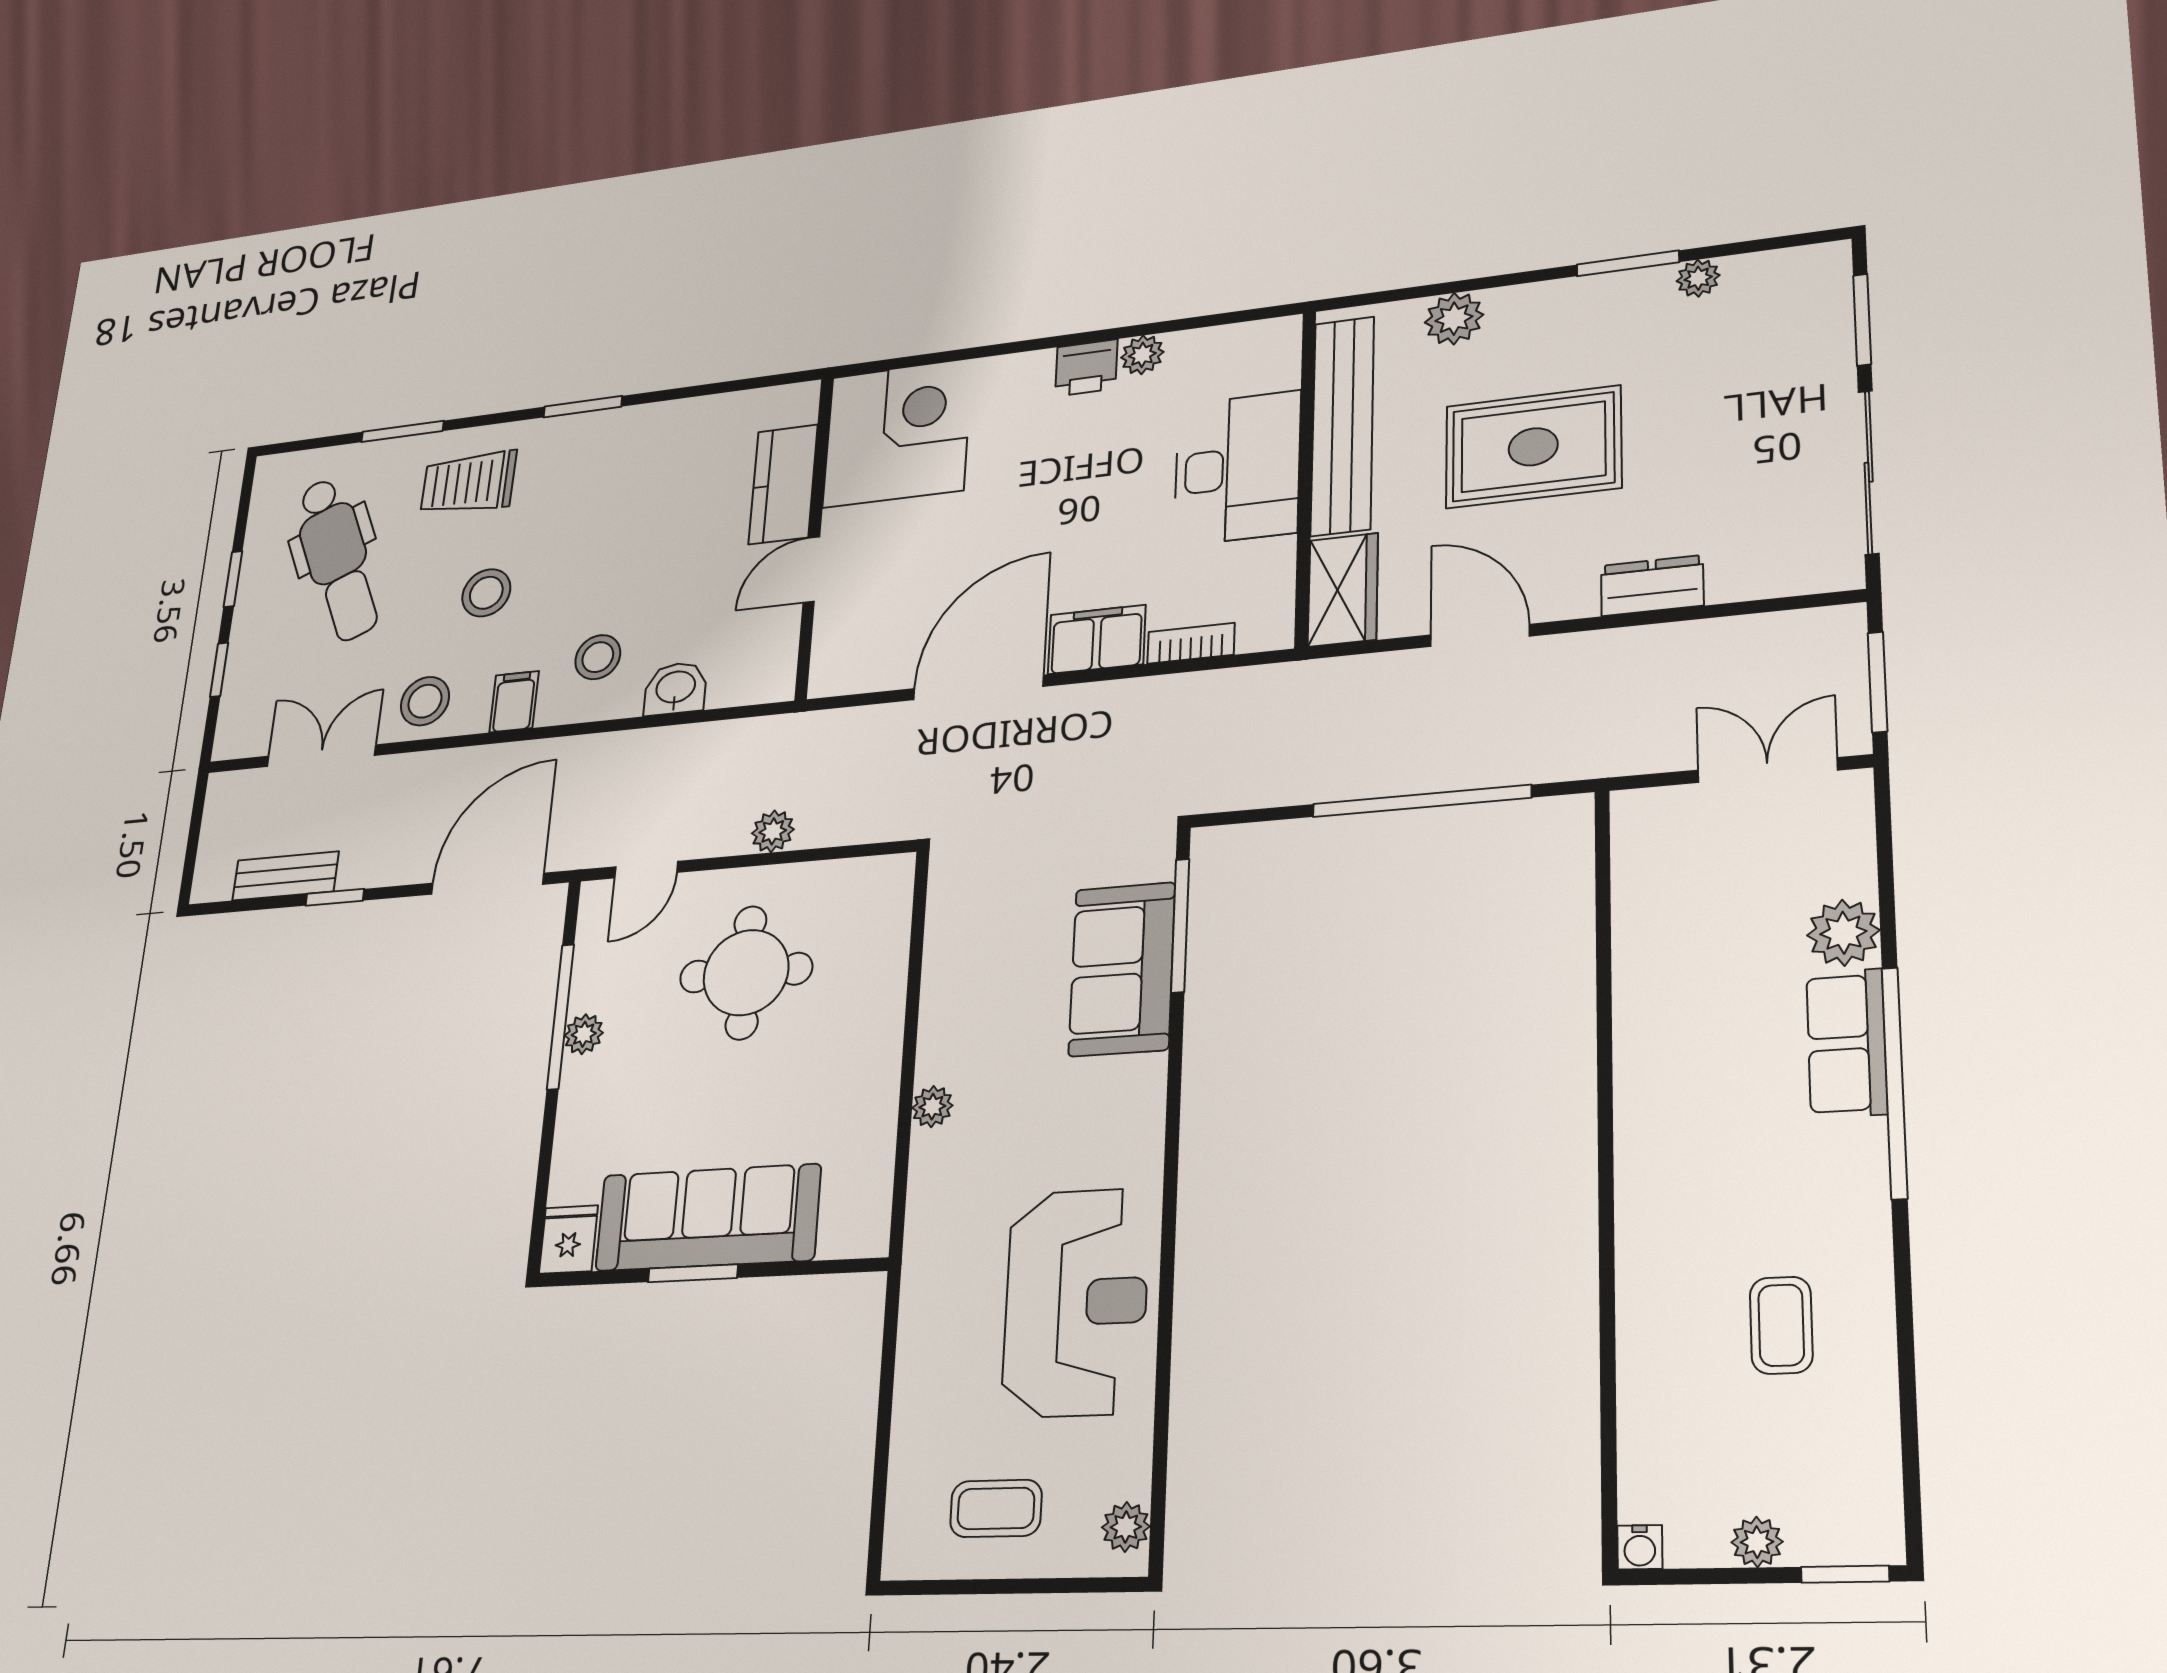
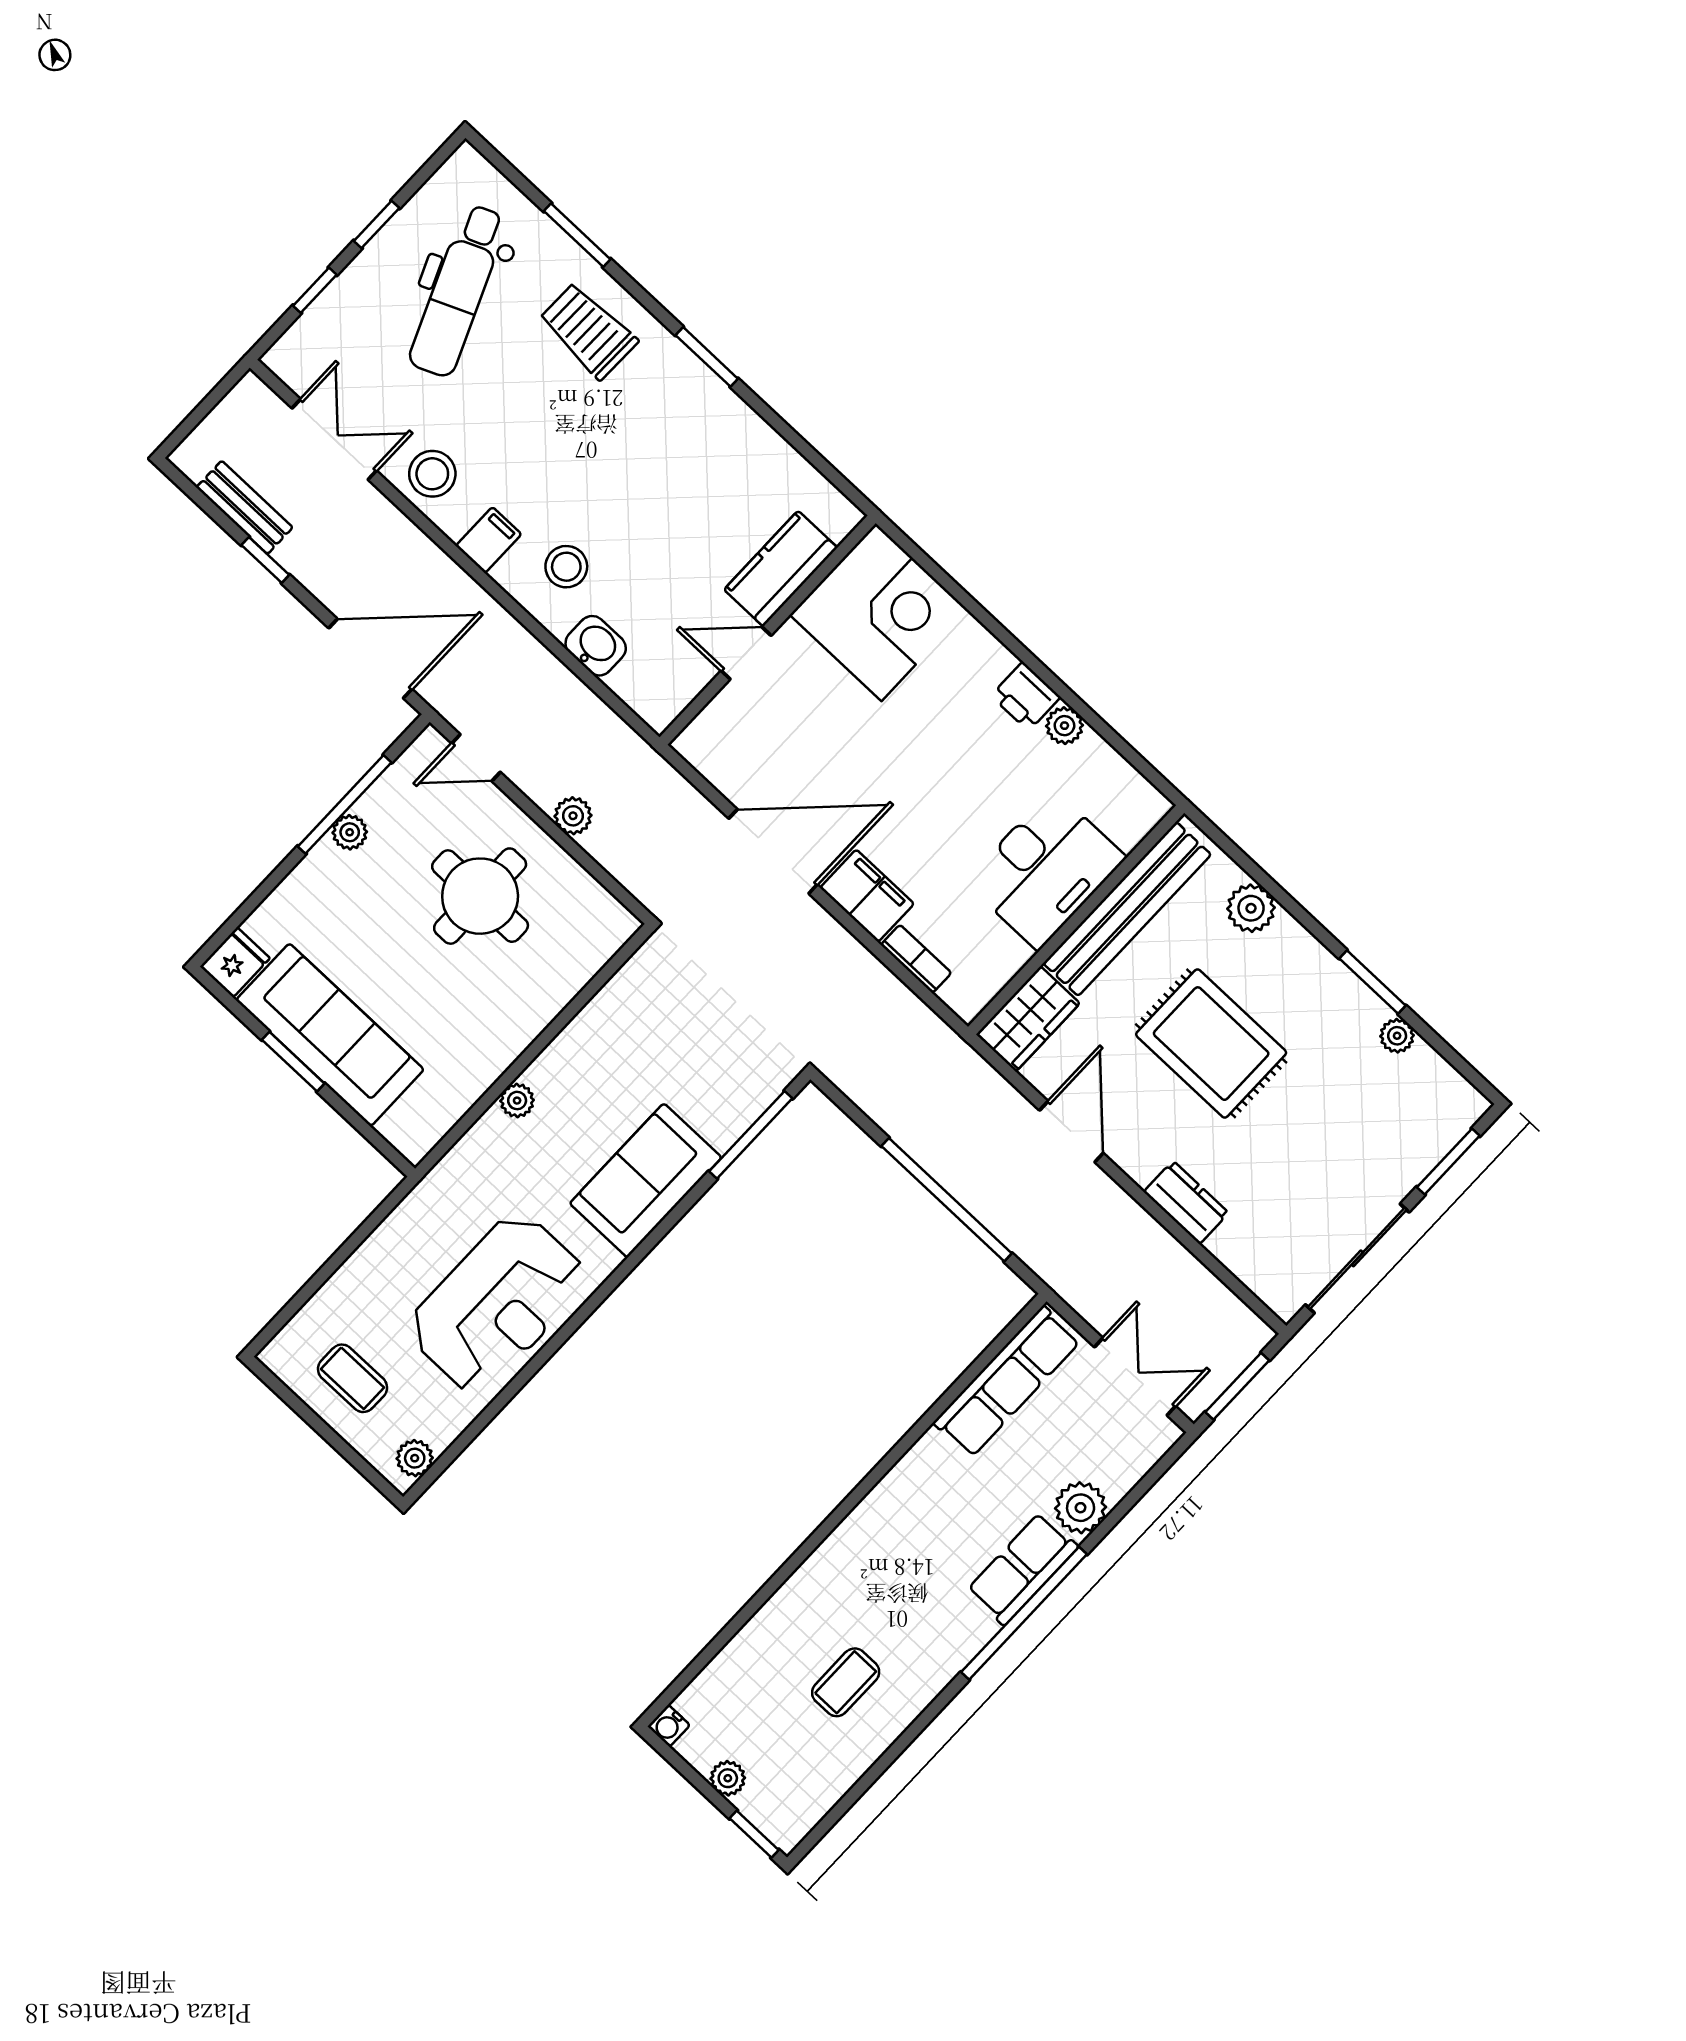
stool: (486, 593) -> (534, 434), removed
row of seats: (1646, 895) -> (1007, 1382), added
sofa: (1122, 969) -> (646, 1181), moved

